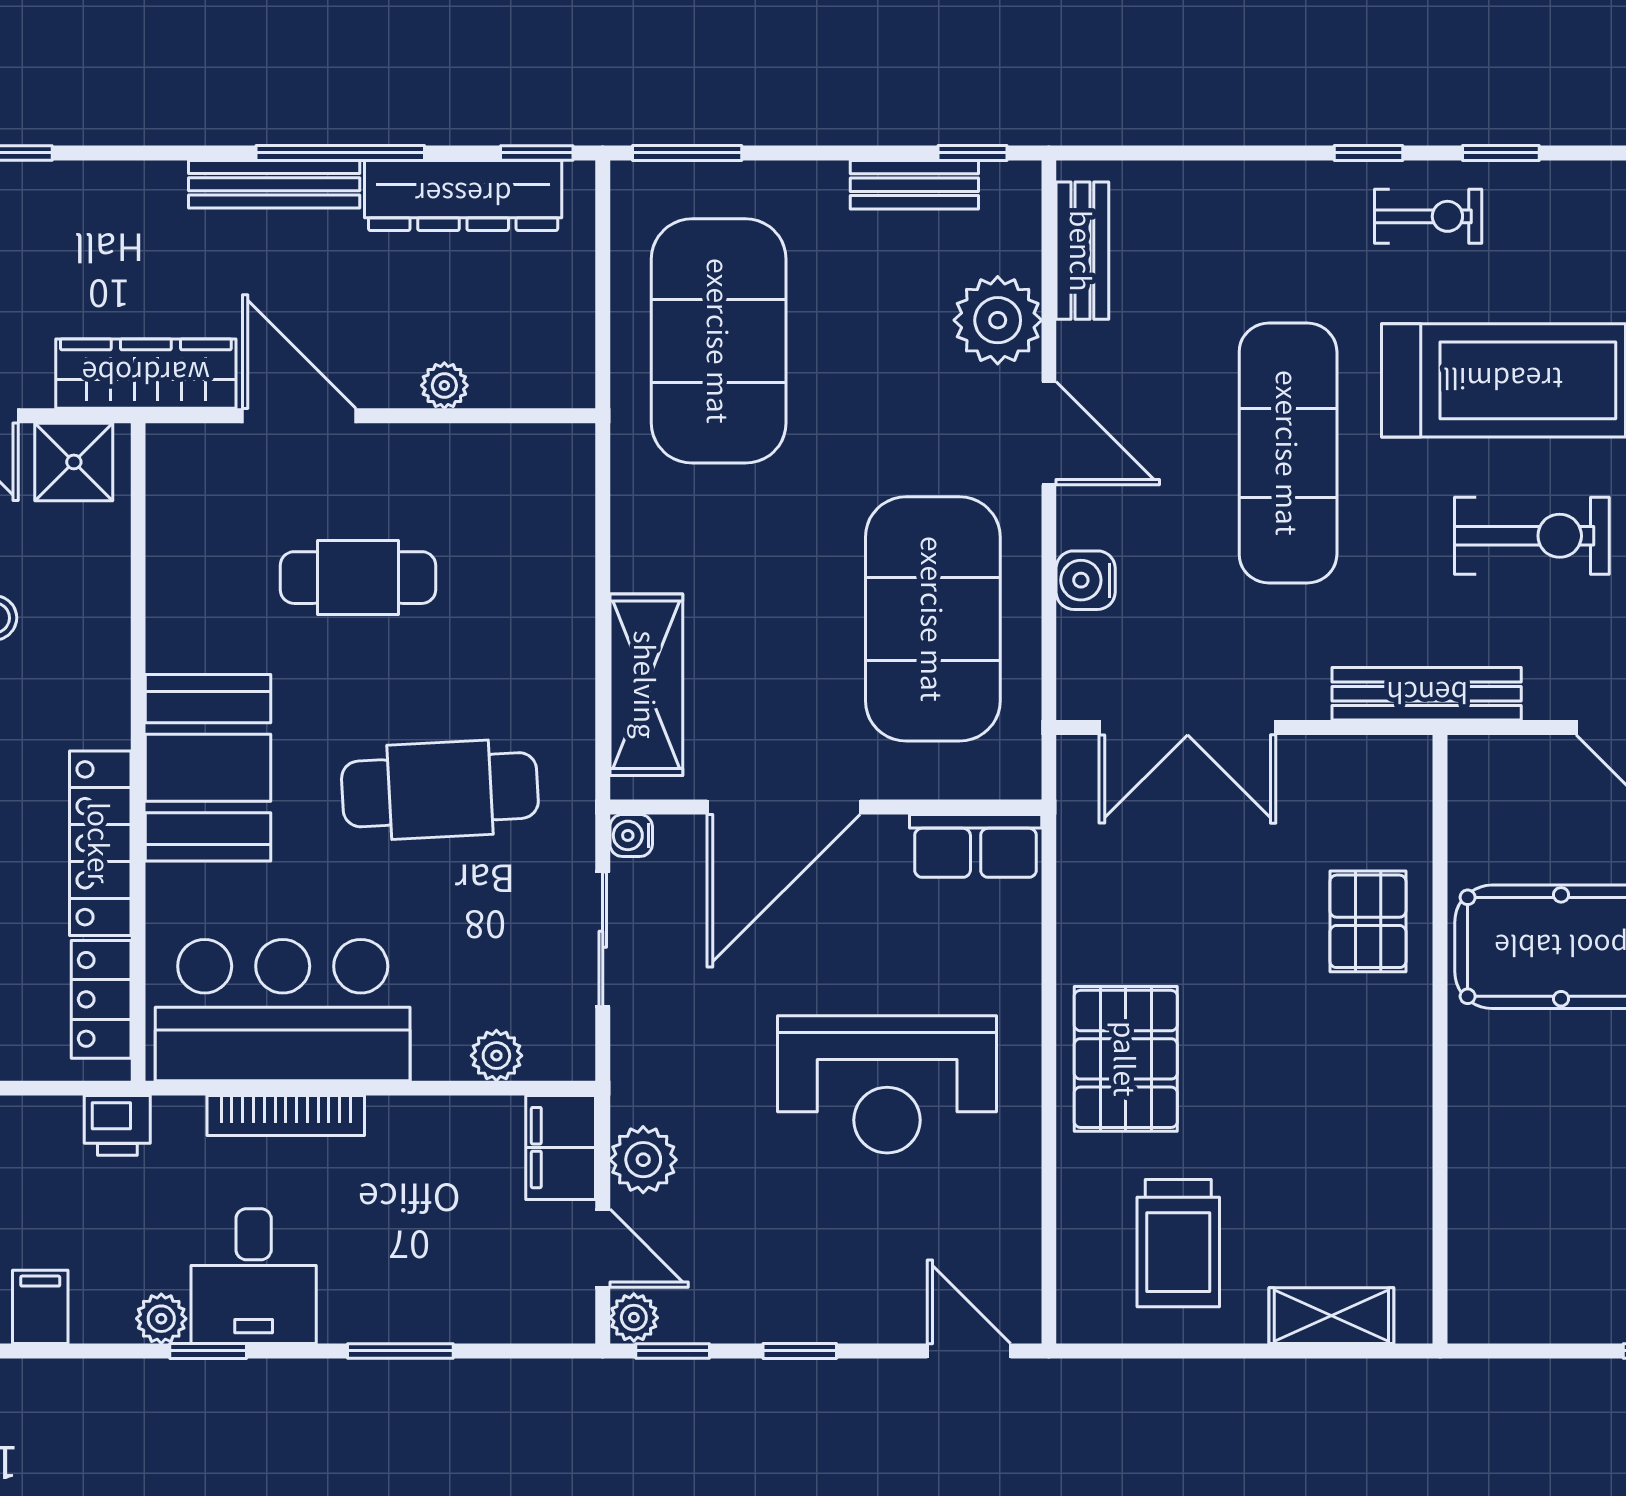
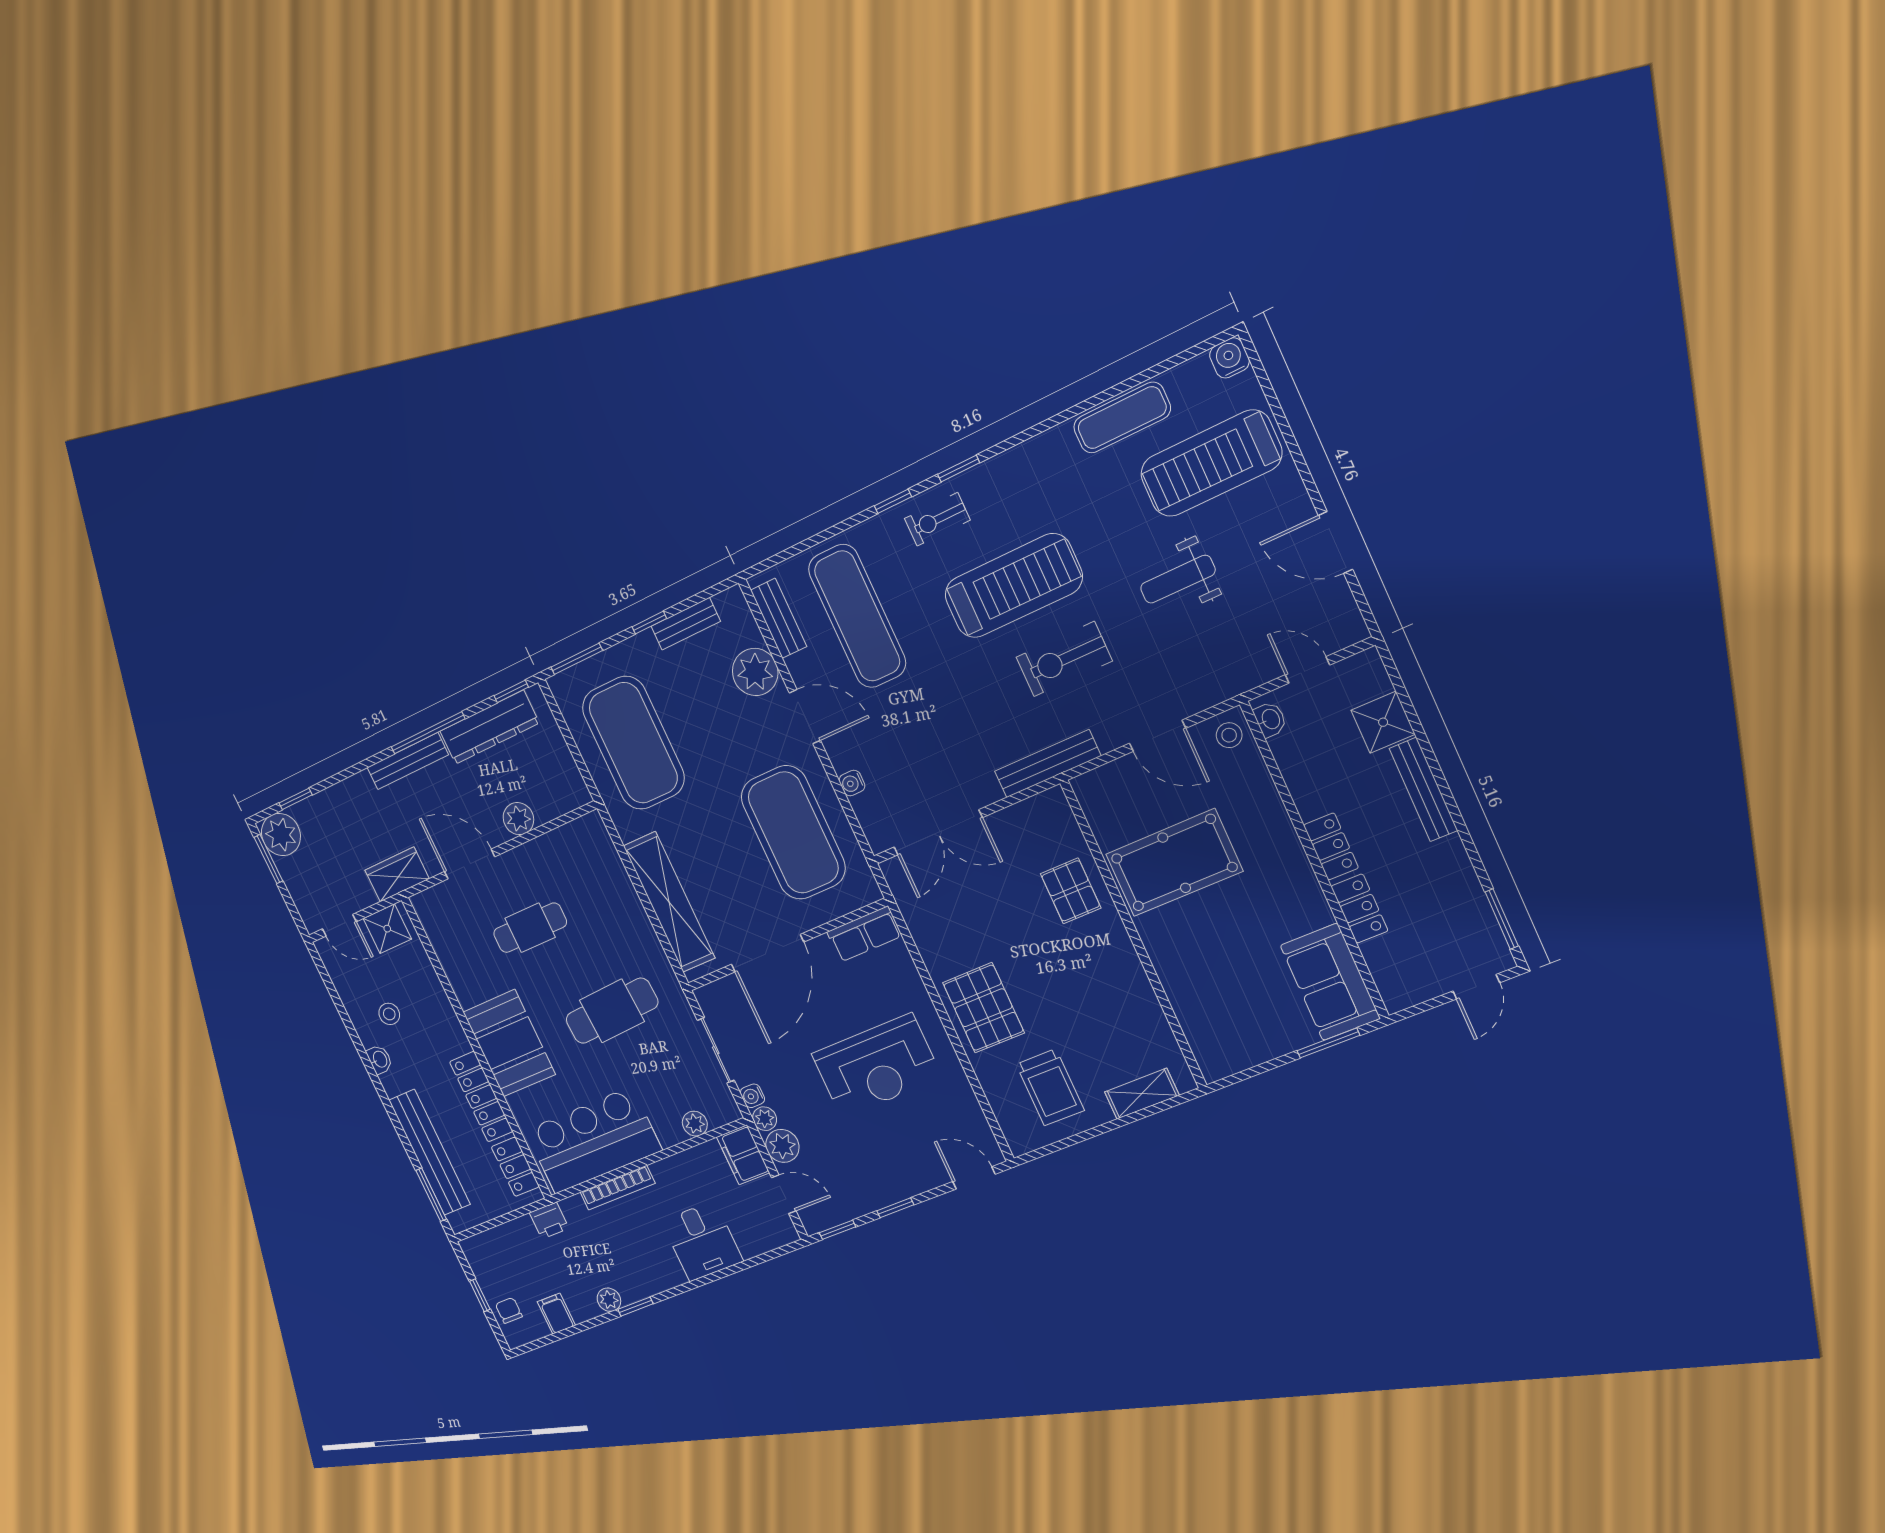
window: (972, 153) -> (649, 623), moved
exercise bike: (1428, 216) -> (937, 519), turned 180
wardrobe: (146, 374) -> (397, 874), width x0.67
plant: (444, 385) -> (518, 819), width x1.38, depth x1.38
exercise mat: (1288, 453) -> (857, 616), moved
exercise bike: (1532, 536) -> (1064, 659), turned 180
water cooler: (1086, 580) -> (852, 783), width x0.72, depth x0.72
shelving: (646, 685) -> (669, 902), width x1.47
water cooler: (631, 835) -> (752, 1096), moved
desk: (254, 1276) -> (702, 1241), moved
plant: (634, 1318) -> (765, 1119), moved
window: (400, 1351) -> (717, 1275), removed

